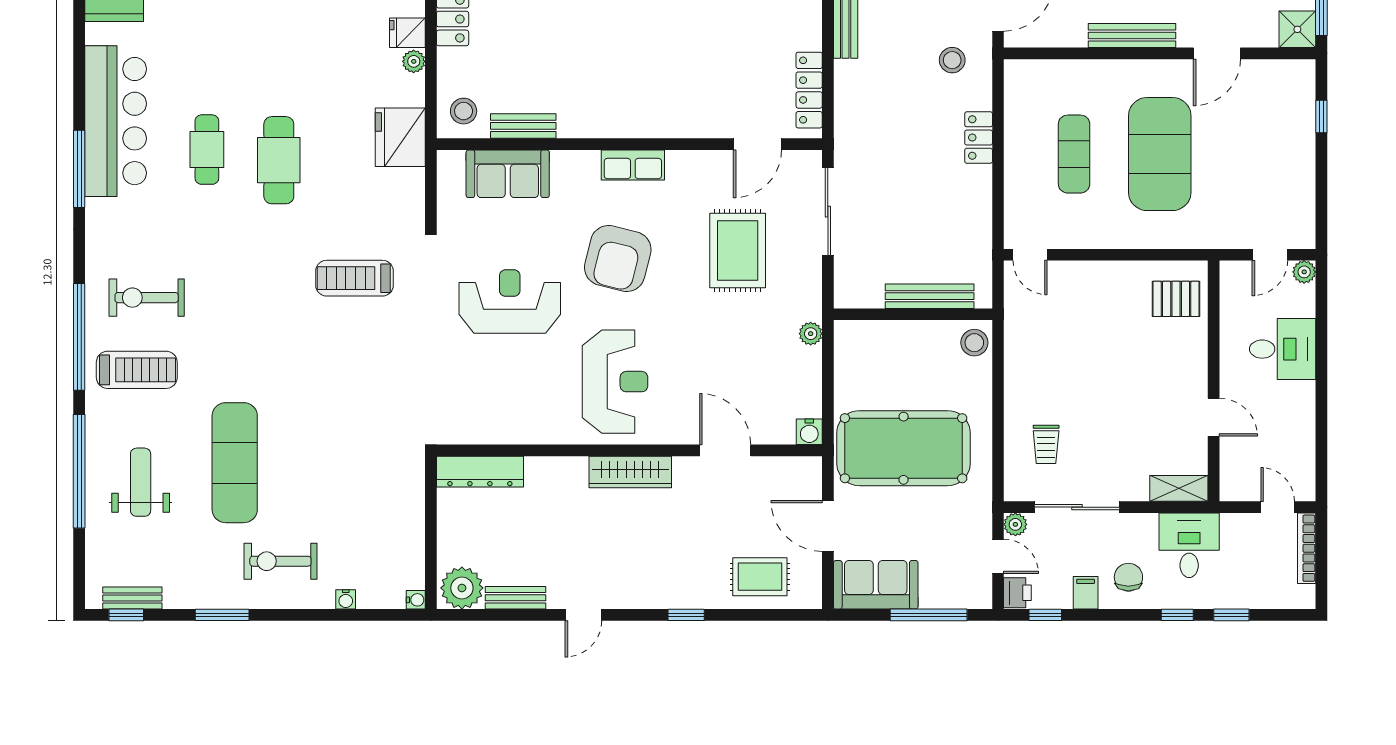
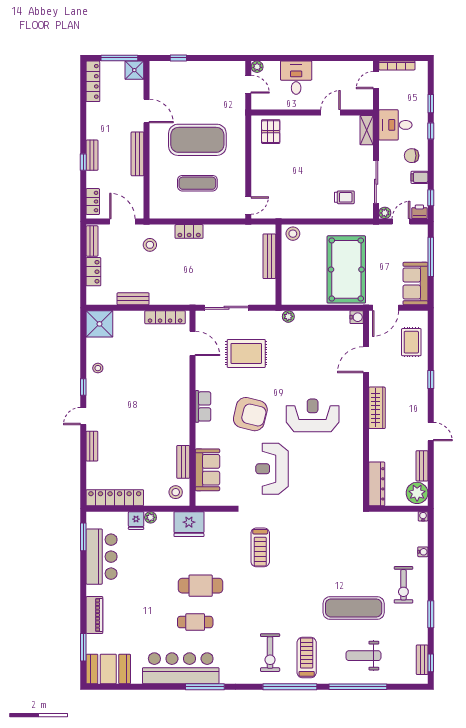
water cooler: (809, 432) -> (357, 317), moved
wall: (629, 450) -> (366, 408), moved
door: (725, 450) -> (366, 360), moved
dresser: (480, 472) -> (377, 484), moved
wardrobe: (630, 472) -> (377, 408), moved

